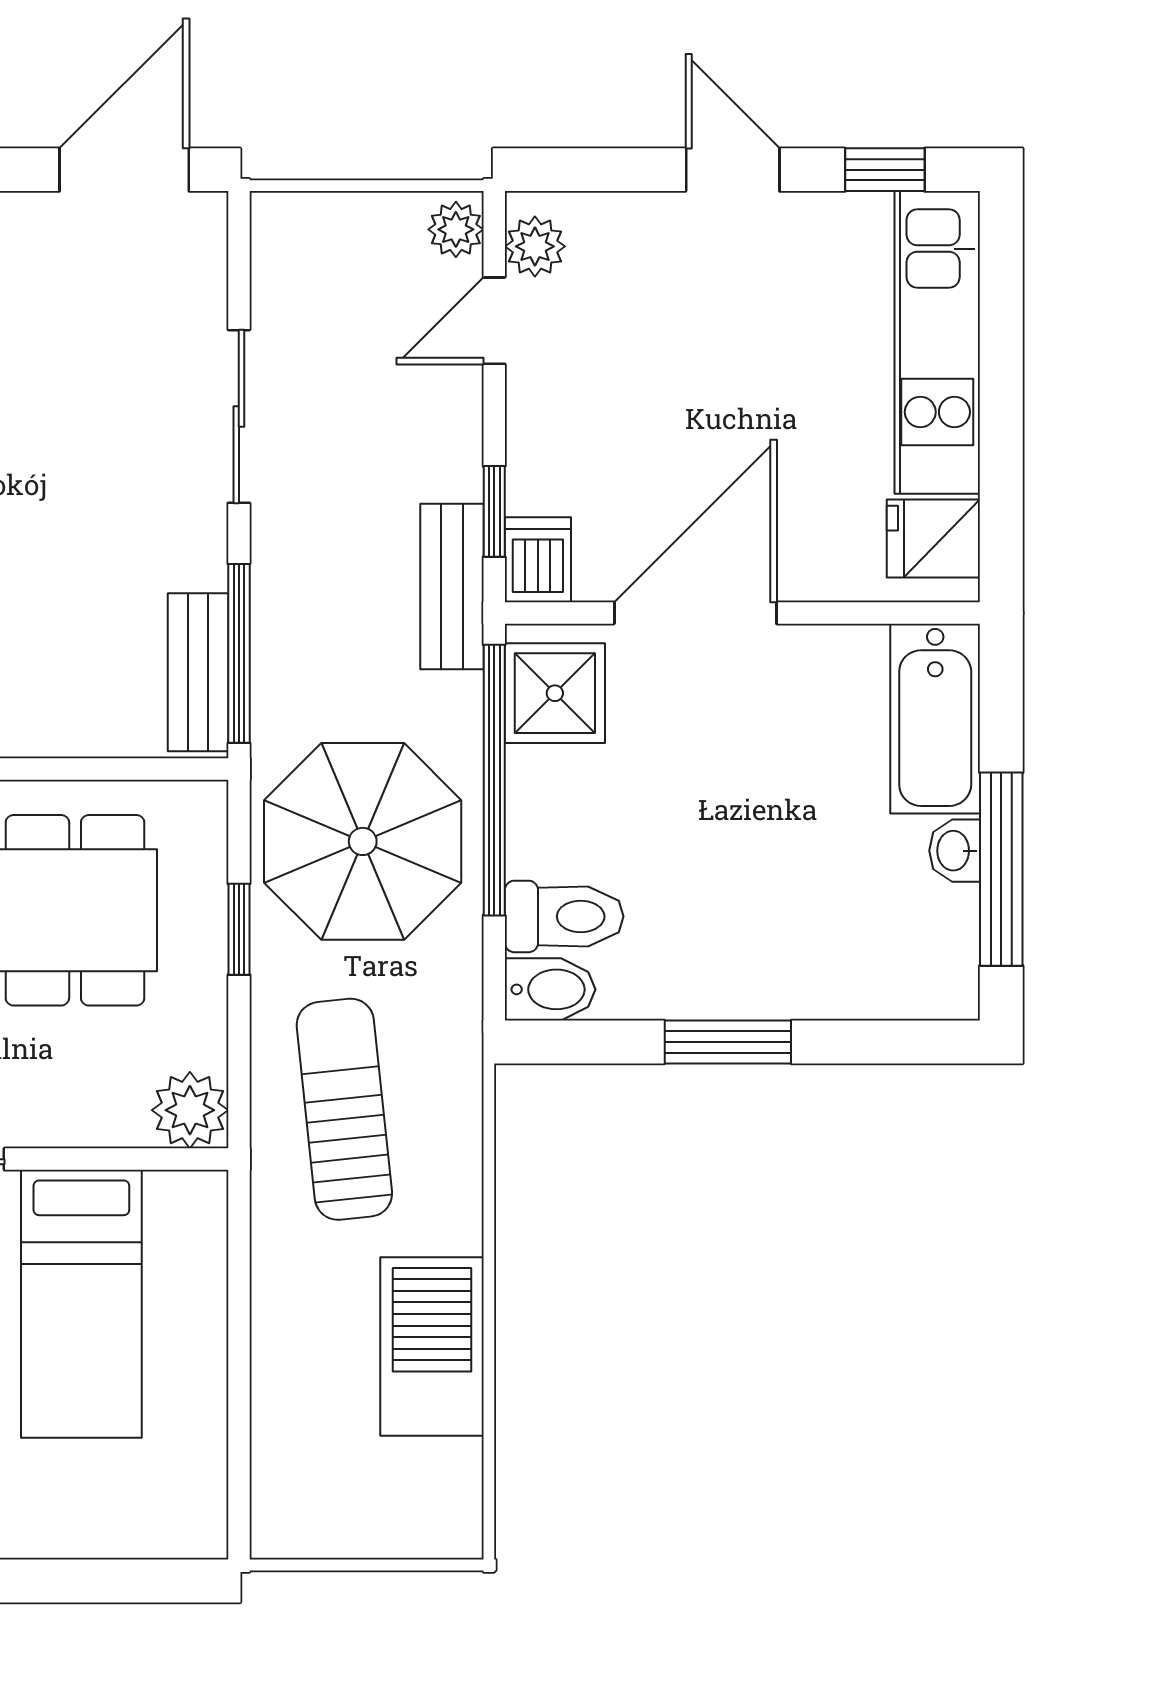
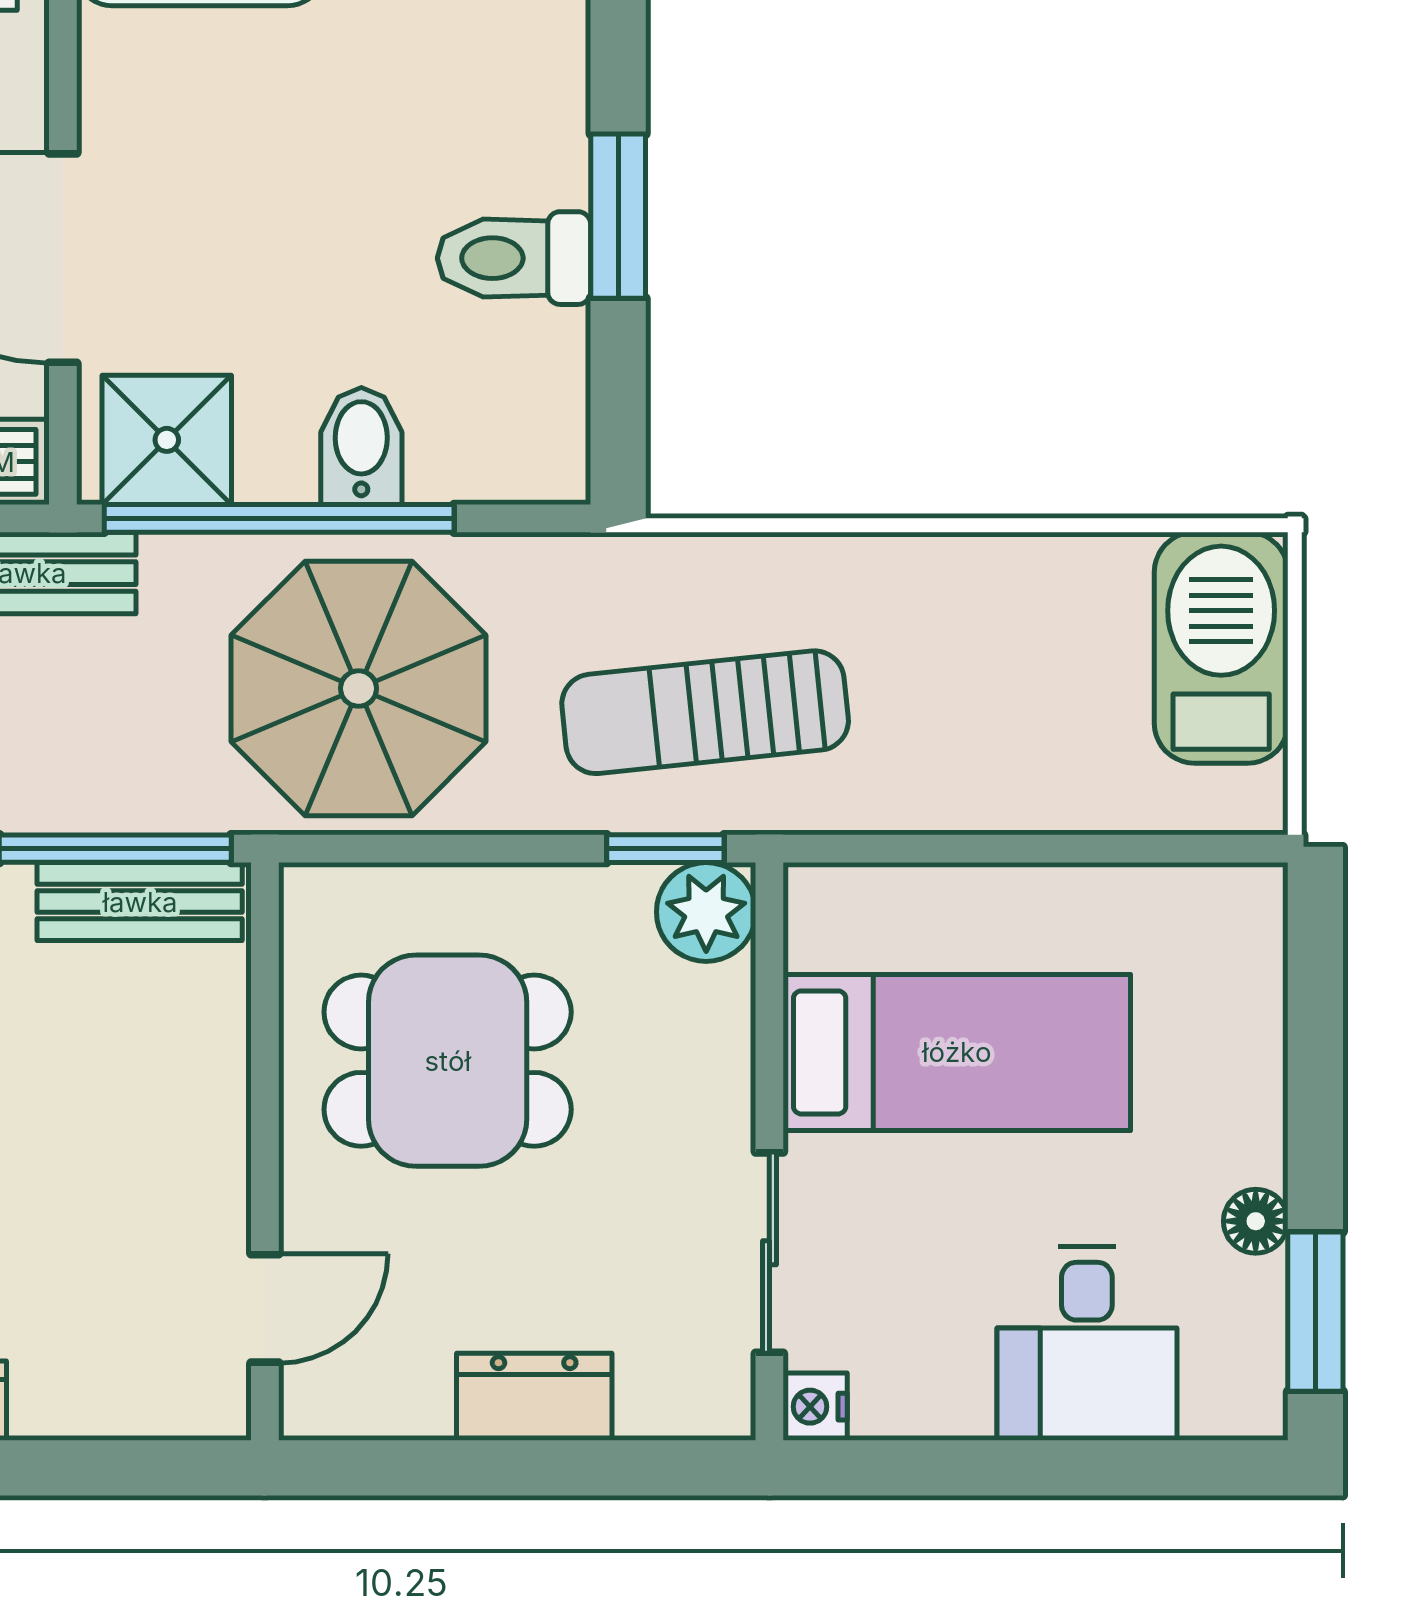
toilet: (564, 916) -> (514, 258), moved, turned -90
window: (239, 929) -> (665, 849), moved
bidet: (550, 989) -> (361, 446), moved
barbecue: (432, 1347) -> (1221, 648), moved, turned 90

